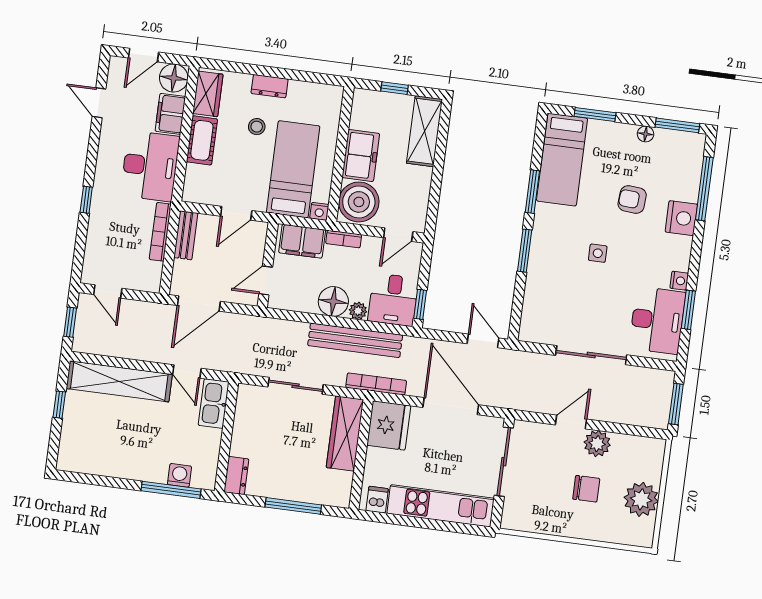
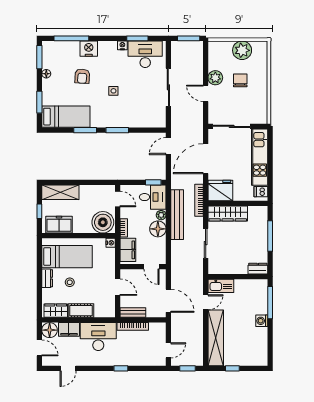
freezer: (361, 155) -> (59, 225), moved
bed: (293, 169) -> (67, 257), moved, turned 180
washing machine: (179, 475) -> (262, 321), moved

